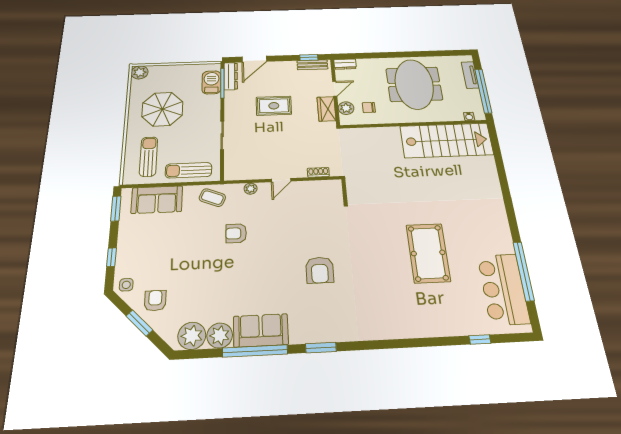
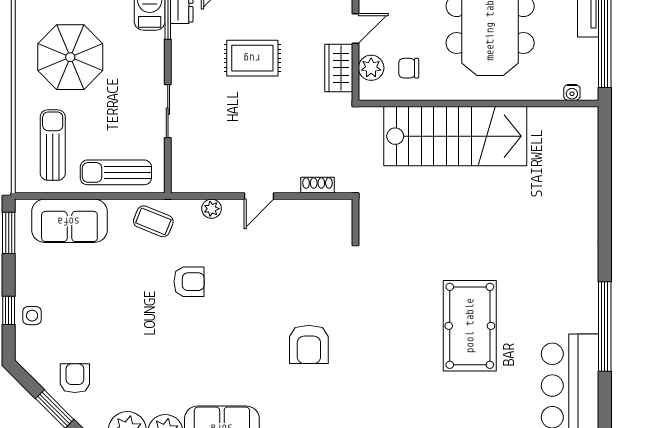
stairs: (446, 140) -> (455, 136), moved
armchair: (236, 233) -> (189, 282), turned 180
window: (523, 271) -> (605, 326), moved
side table: (126, 285) -> (32, 316), moved

